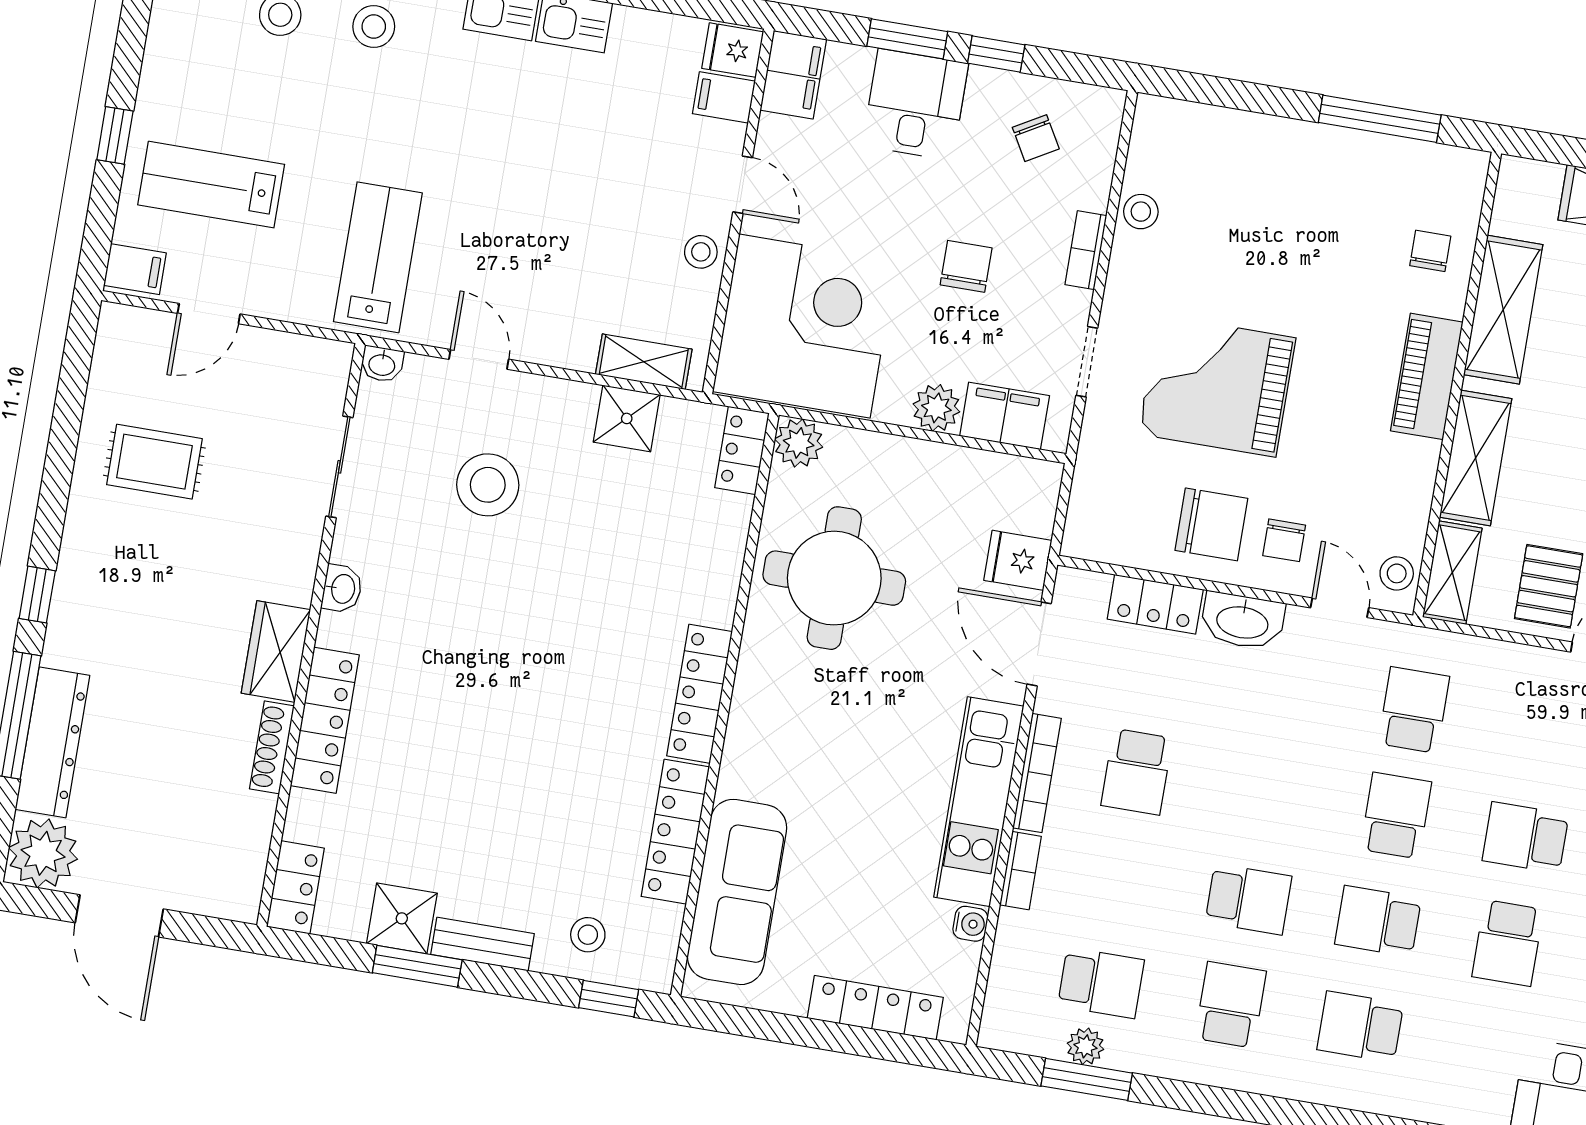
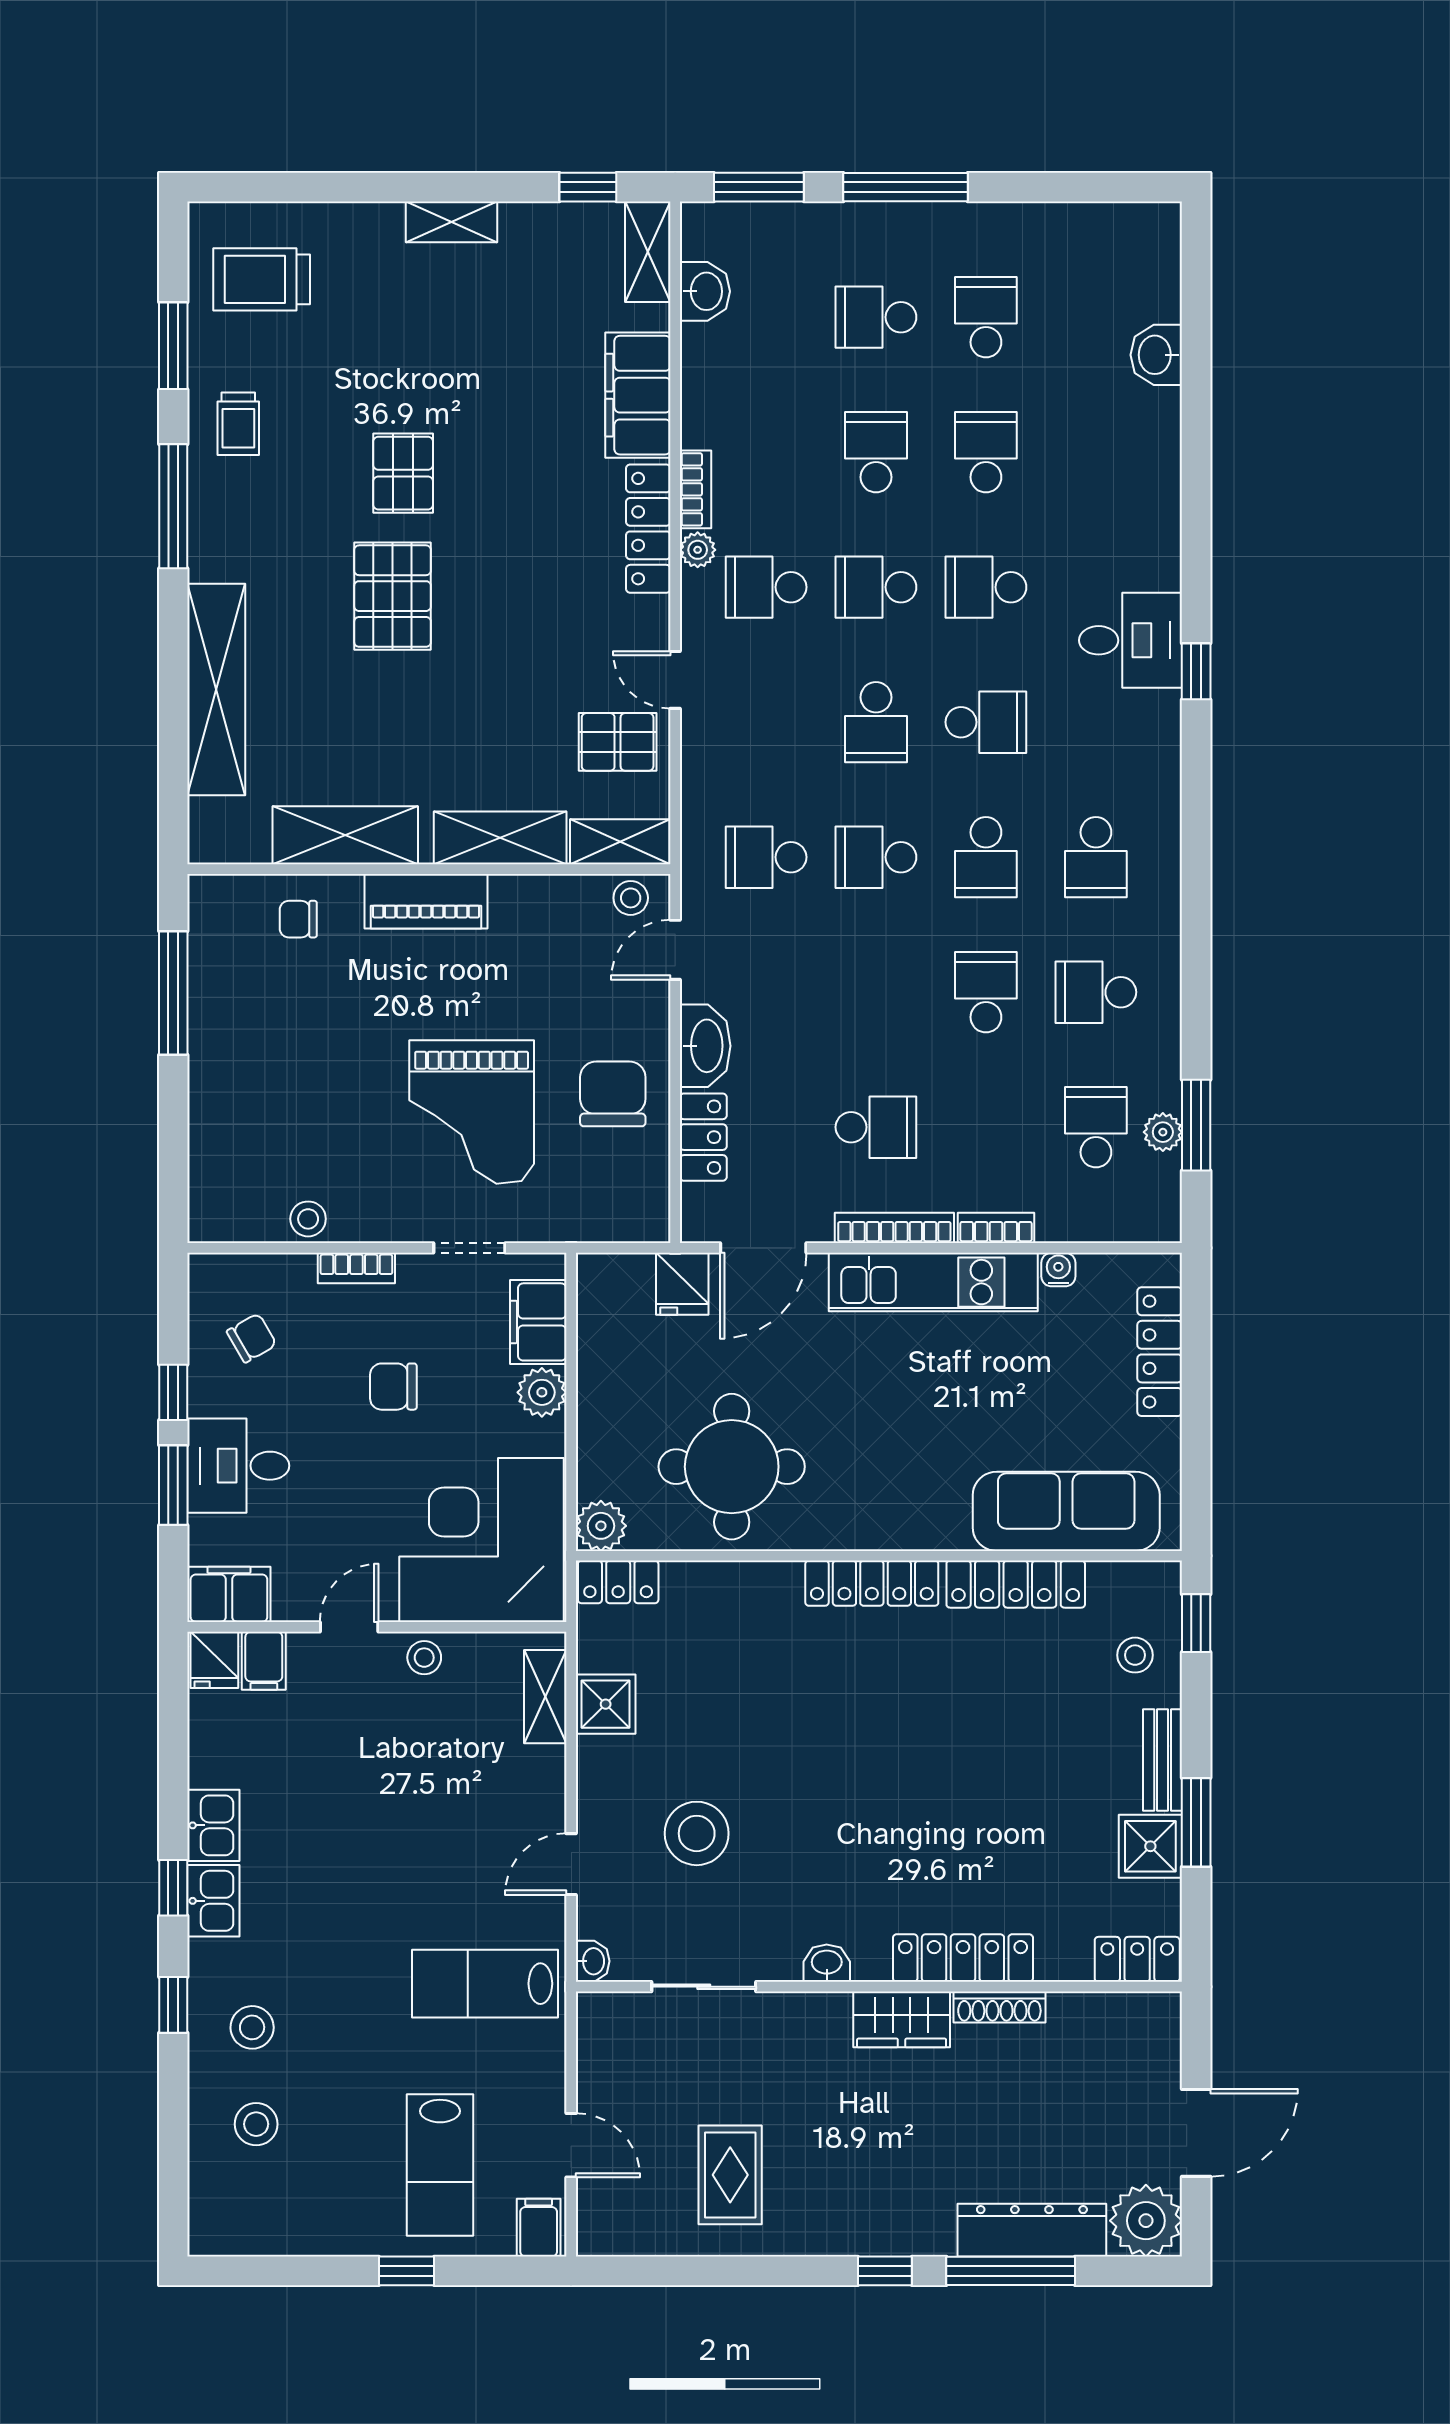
chair: (1284, 540) -> (616, 1018), removed

